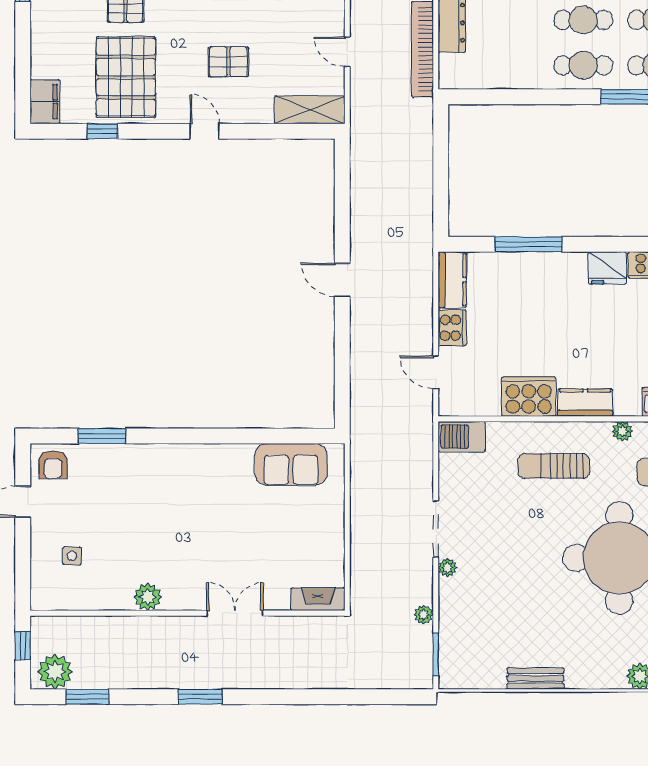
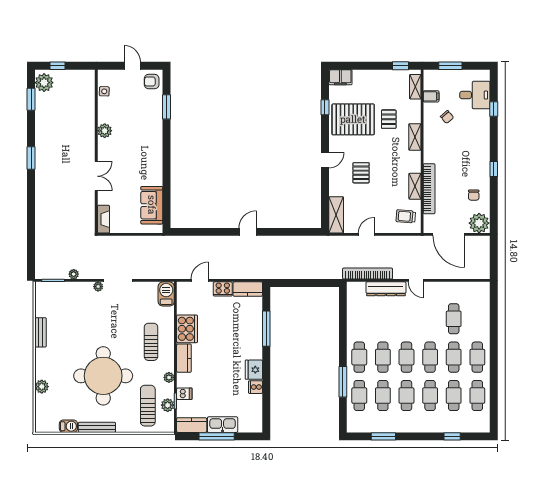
plant: (148, 597) -> (105, 131), moved
fireplace: (318, 599) -> (103, 219), moved
wall: (187, 613) -> (96, 151), moved
double door: (235, 613) -> (96, 176), moved

